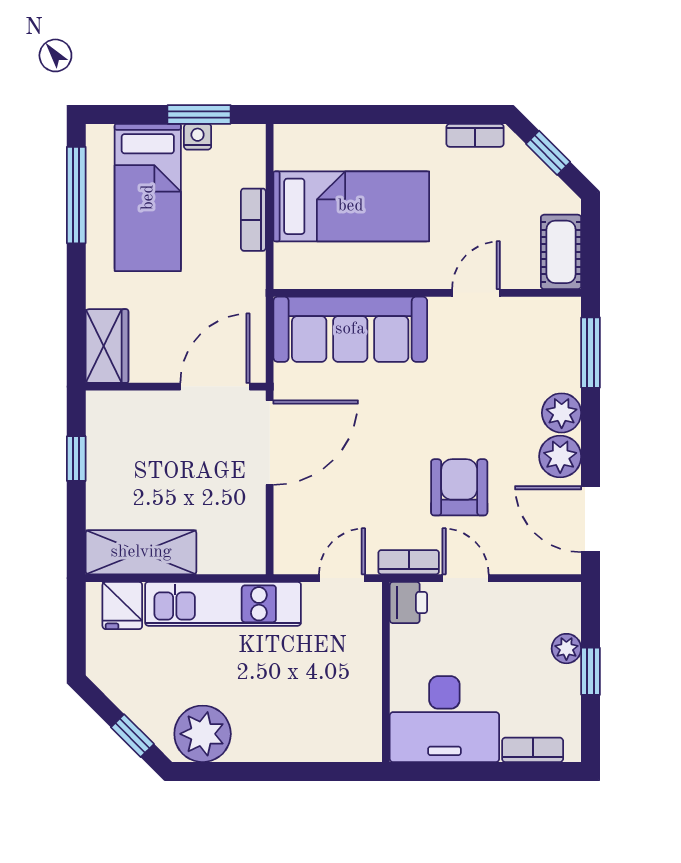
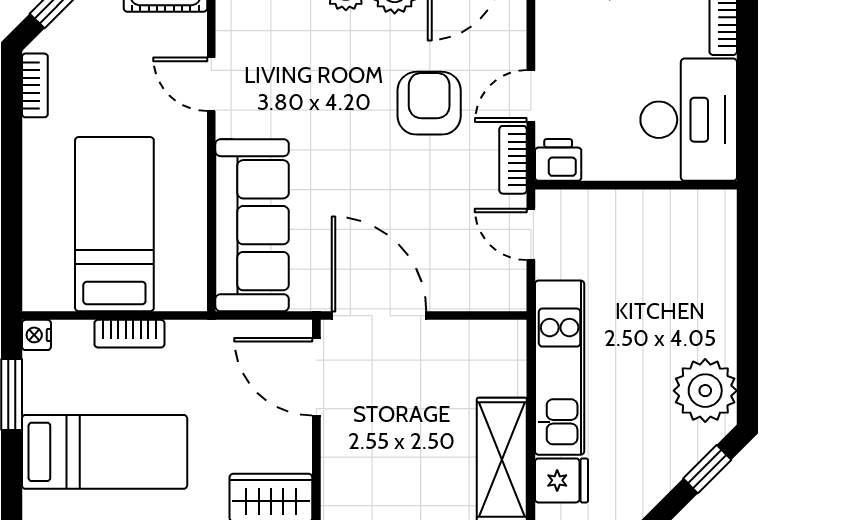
nightstand: (198, 137) -> (36, 335), moved
armchair: (459, 487) -> (429, 103), turned 90

